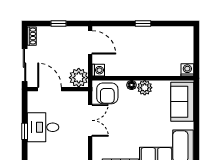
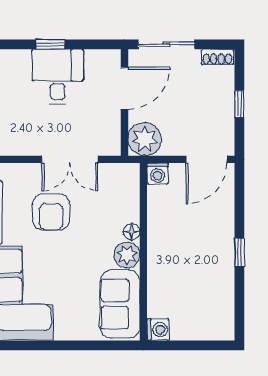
armchair: (107, 93) -> (51, 212), moved, turned -90
sofa: (182, 102) -> (120, 304), moved, turned -90

